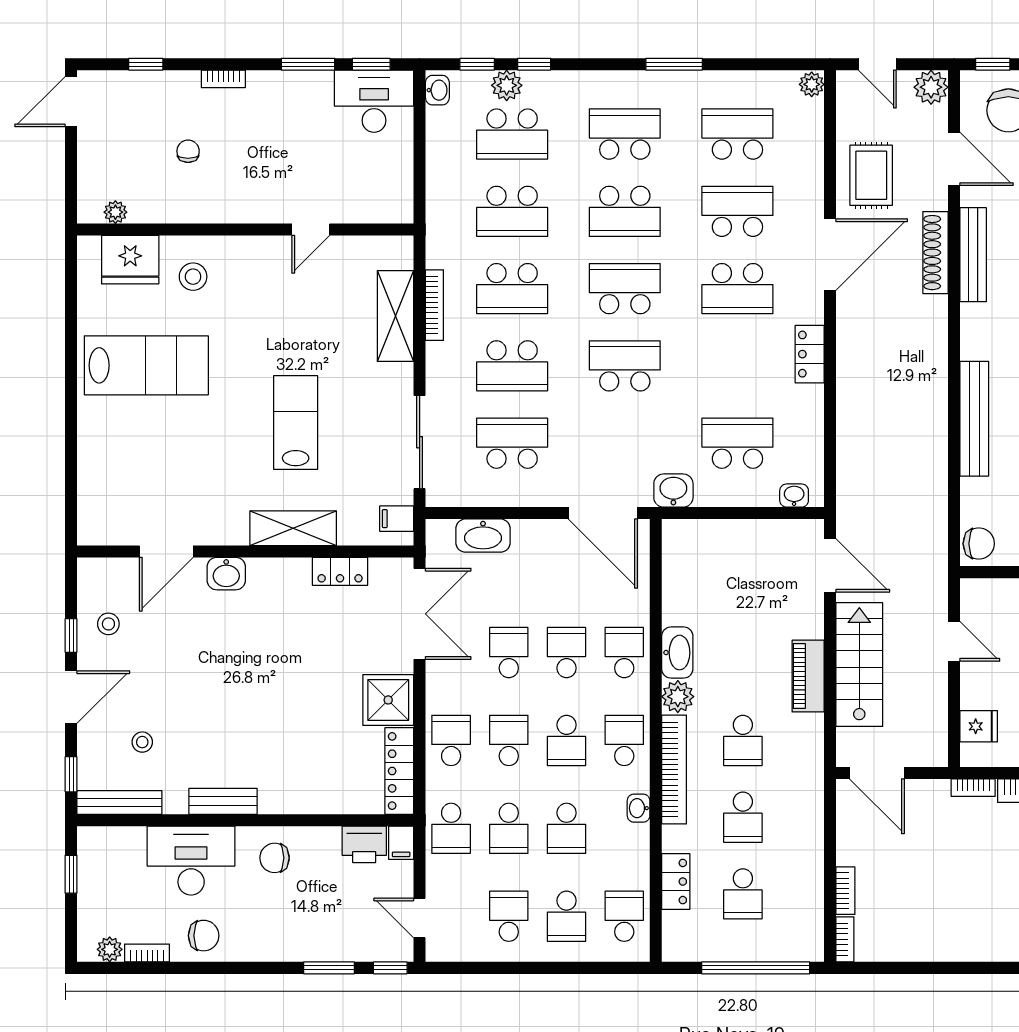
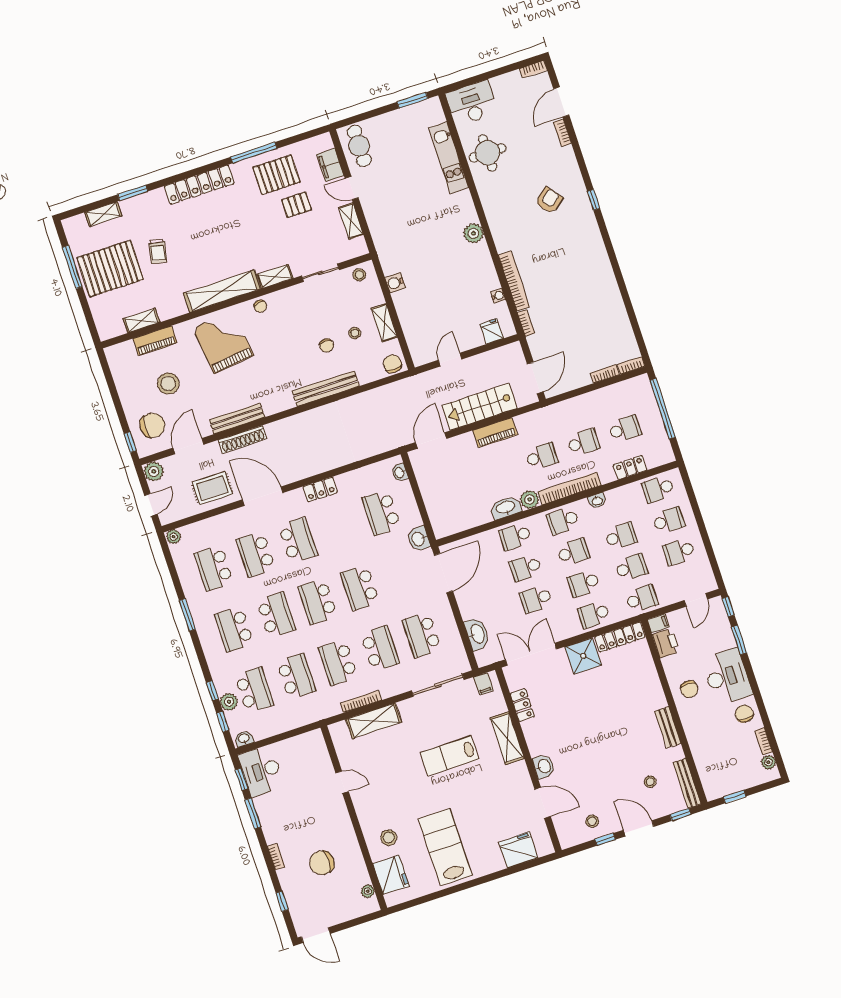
chair: (188, 151) -> (322, 863), width x1.87, depth x1.87
school desk: (512, 289) -> (338, 662), turned 180
fridge: (101, 485) -> (518, 850), added
desk: (191, 861) -> (727, 677), moved, turned 180

